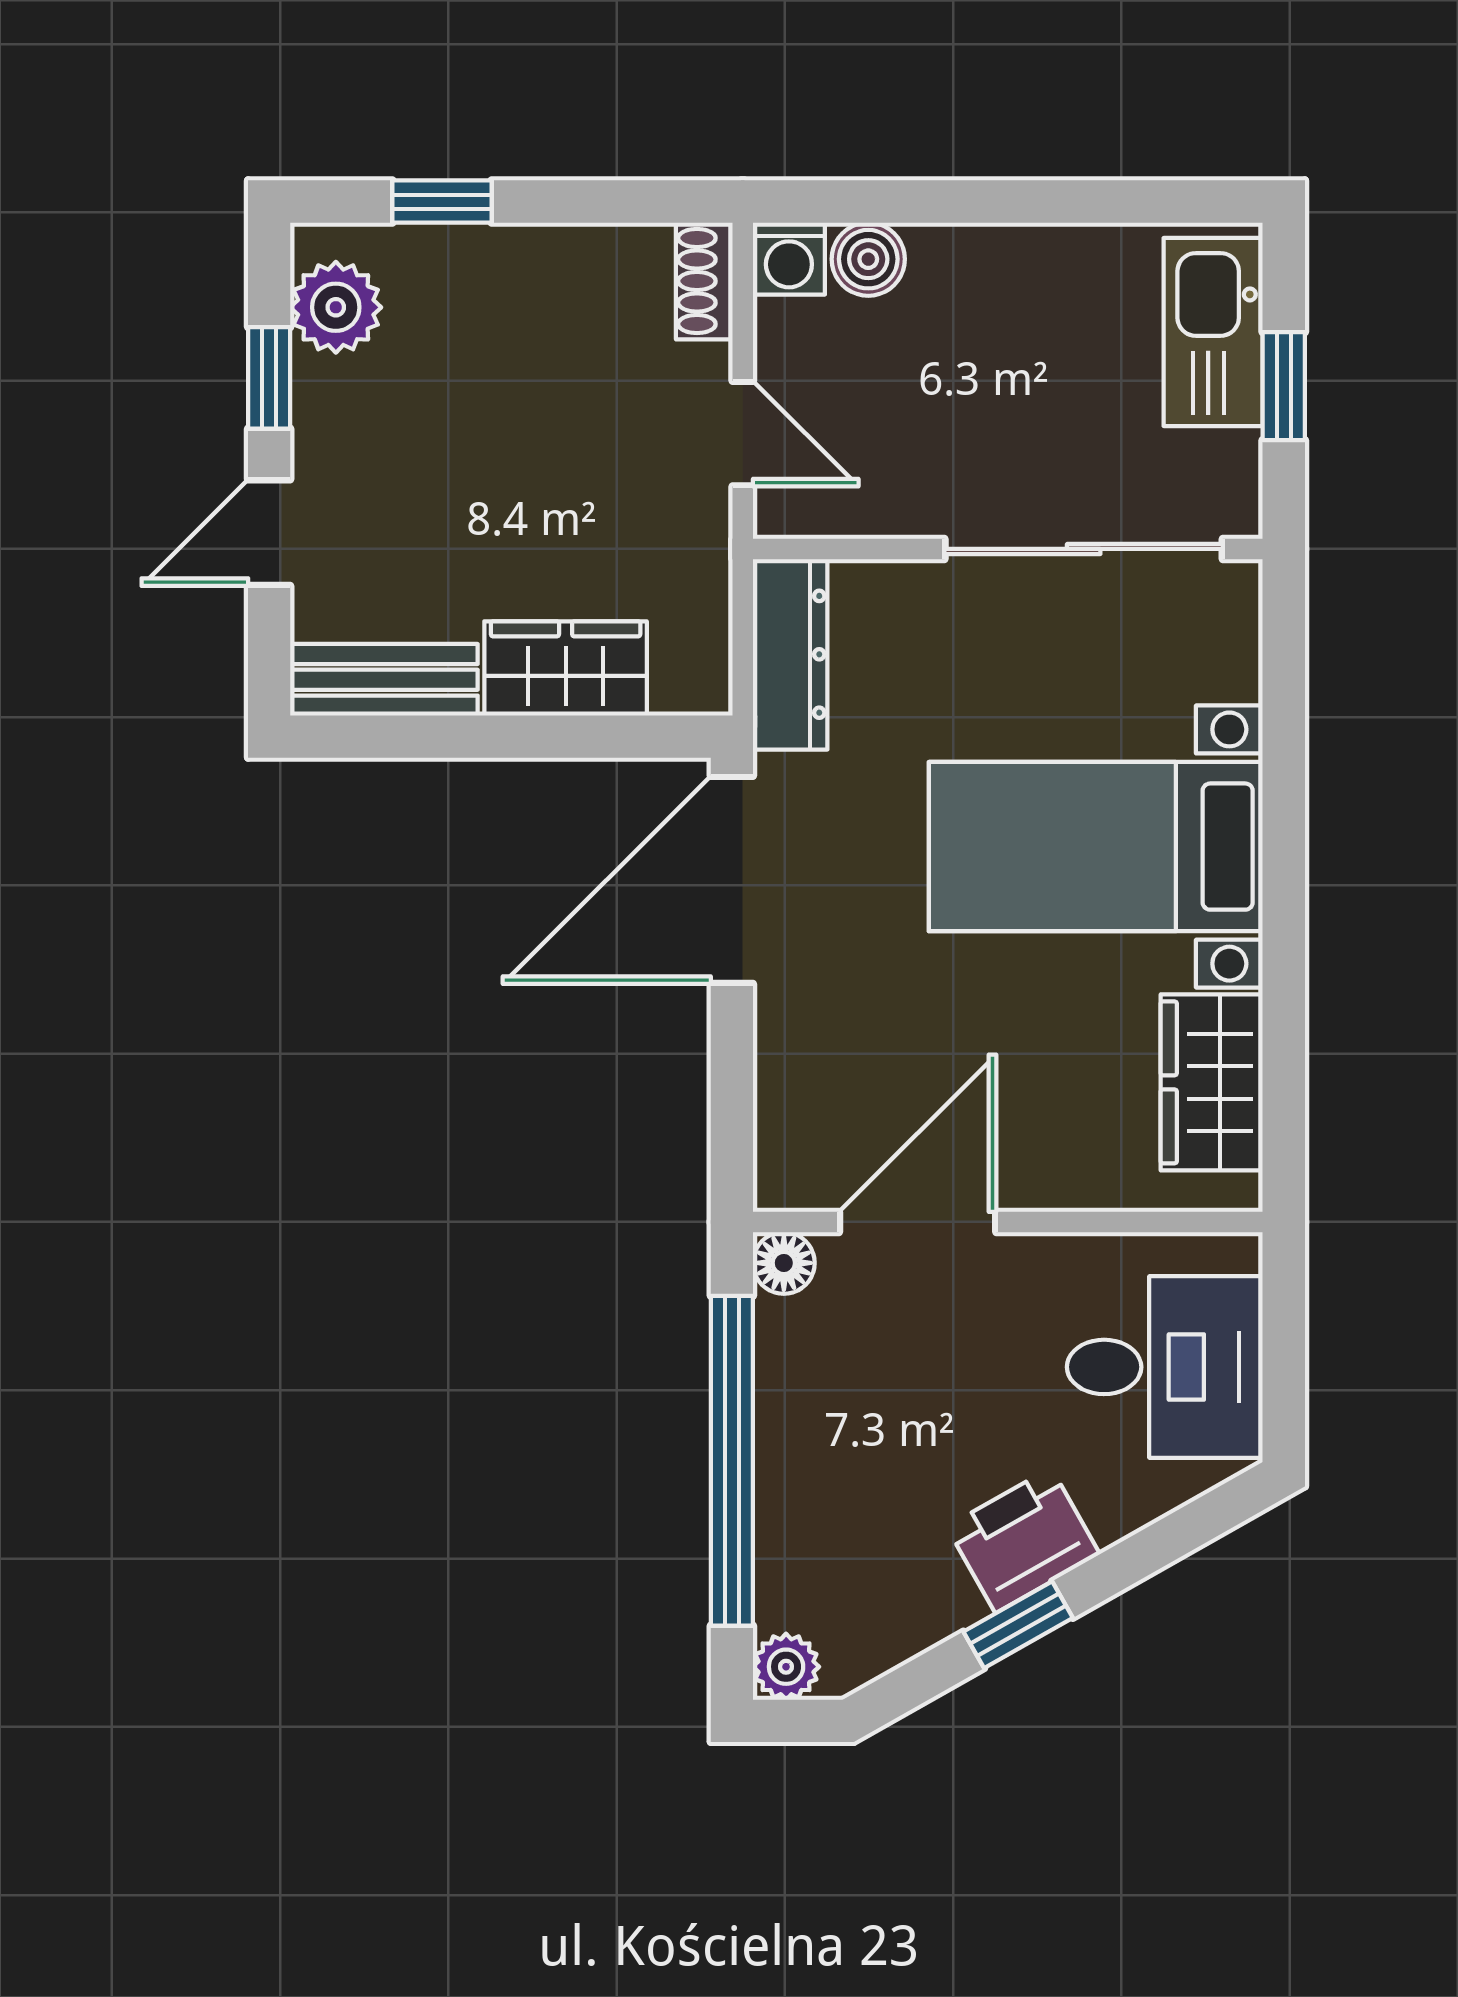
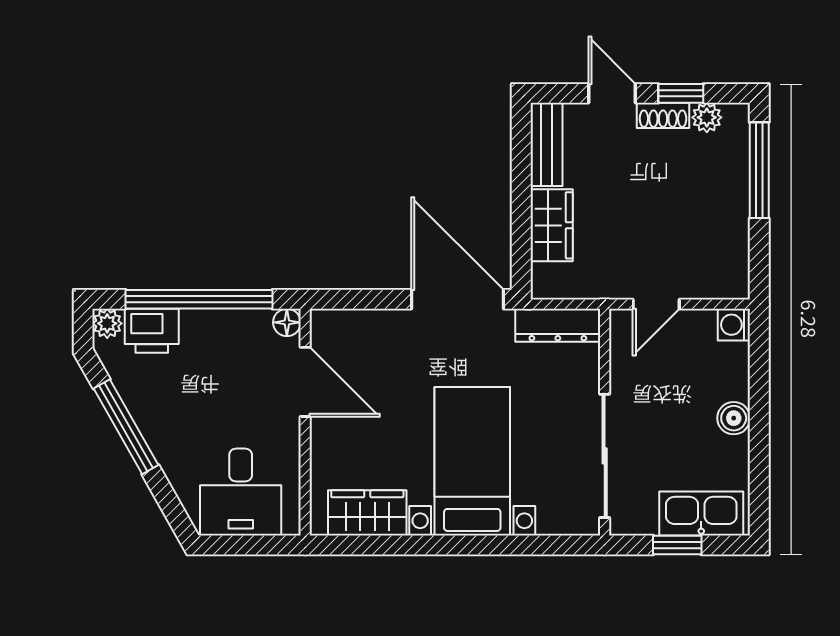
window: (442, 202) -> (759, 170), width x2.17
boiler: (868, 259) -> (734, 418), moved
shoe rack: (704, 281) -> (663, 115), moved, turned 180
plant: (336, 307) -> (707, 117), width x0.73, depth x0.73
printer: (1023, 1540) -> (152, 331), moved, turned 120
window: (1018, 1625) -> (126, 427), width x2.17

